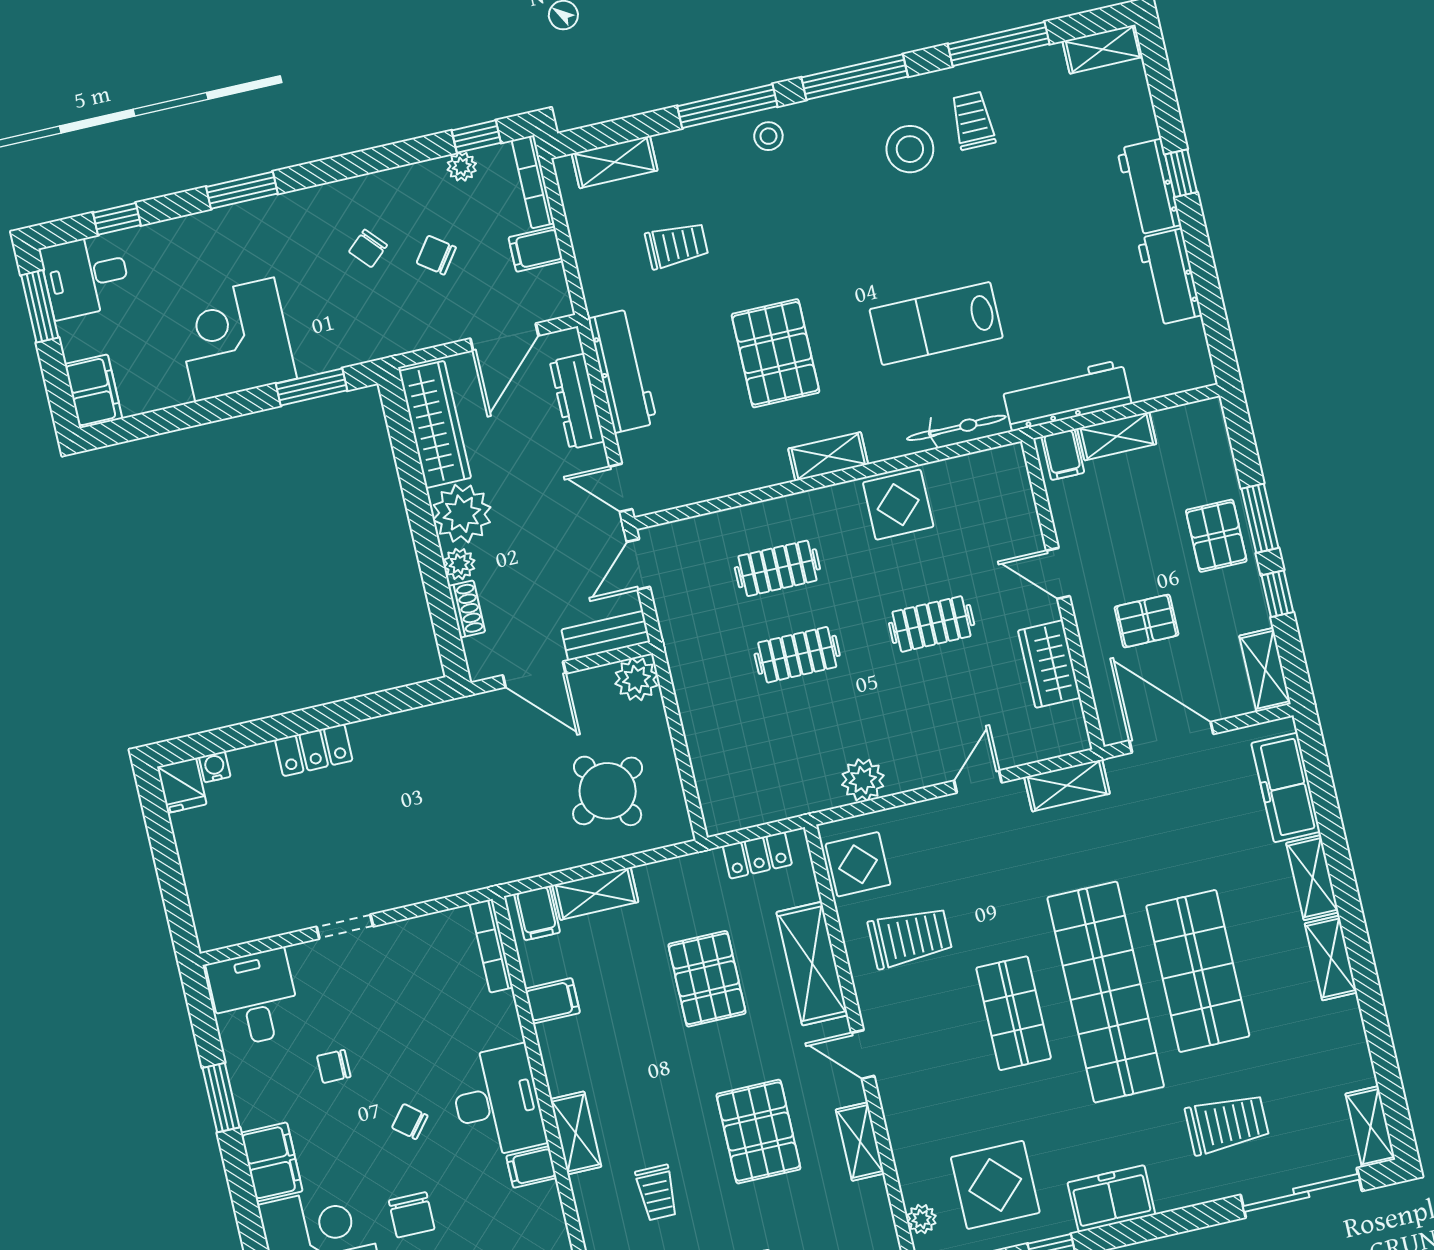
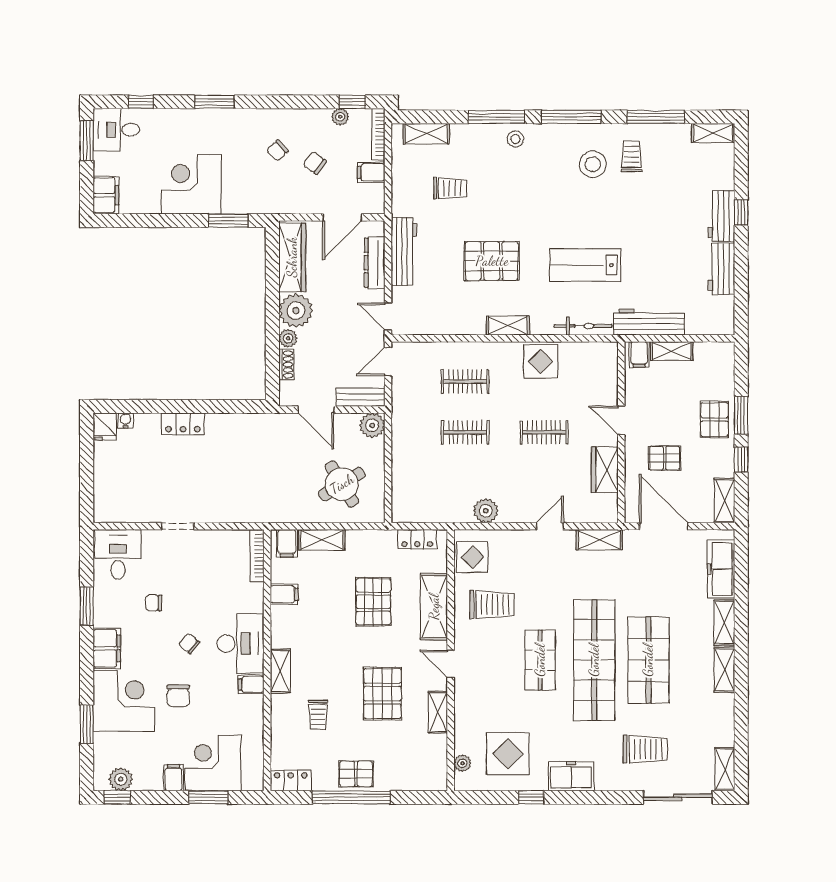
pallet: (776, 353) -> (492, 261), turned 90

